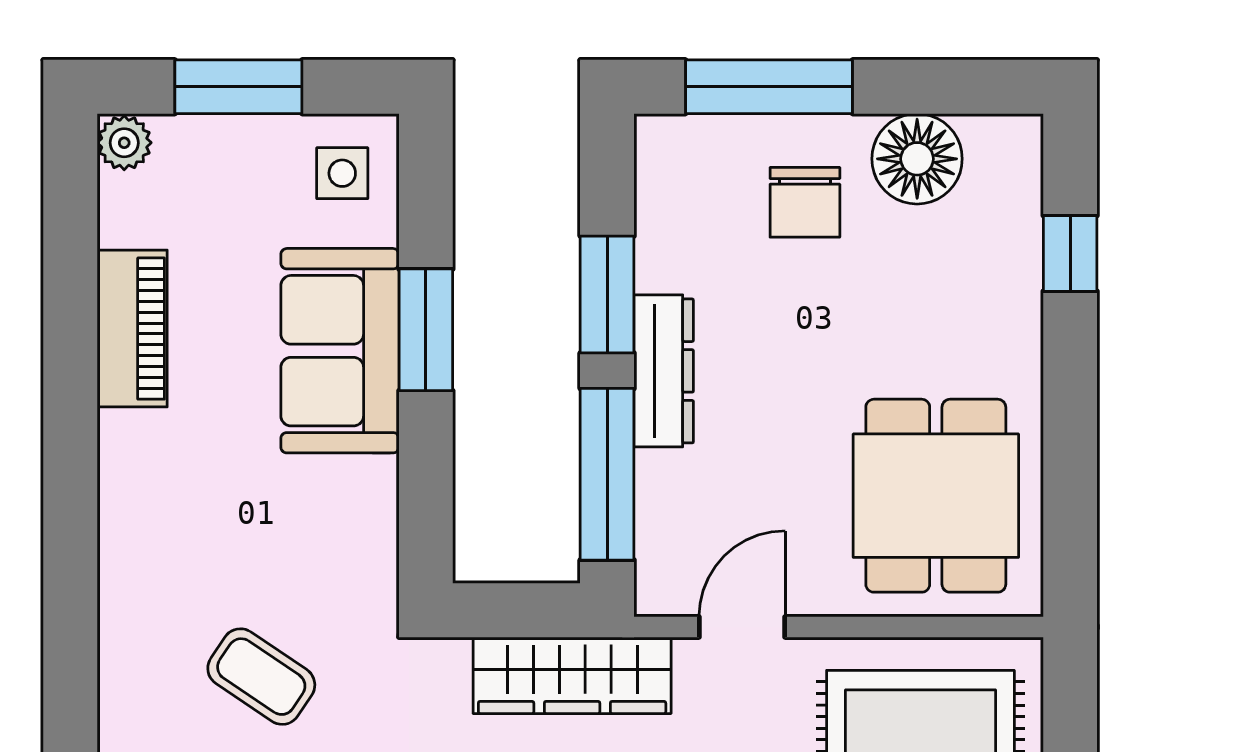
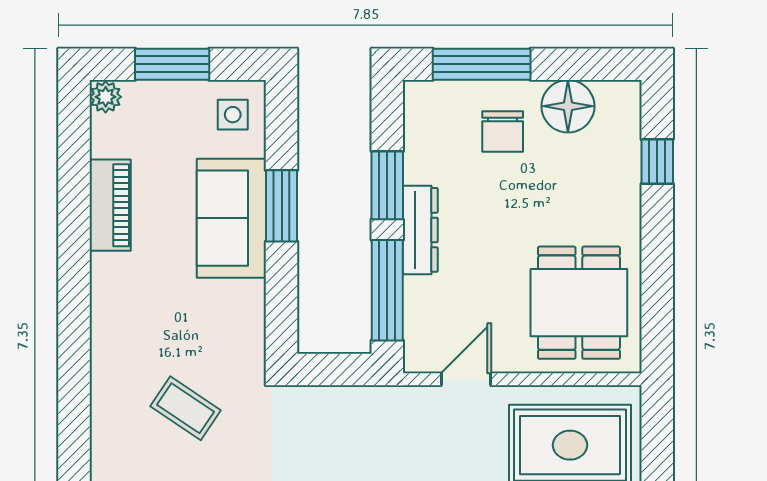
wardrobe: (572, 675) -> (367, 407), removed

